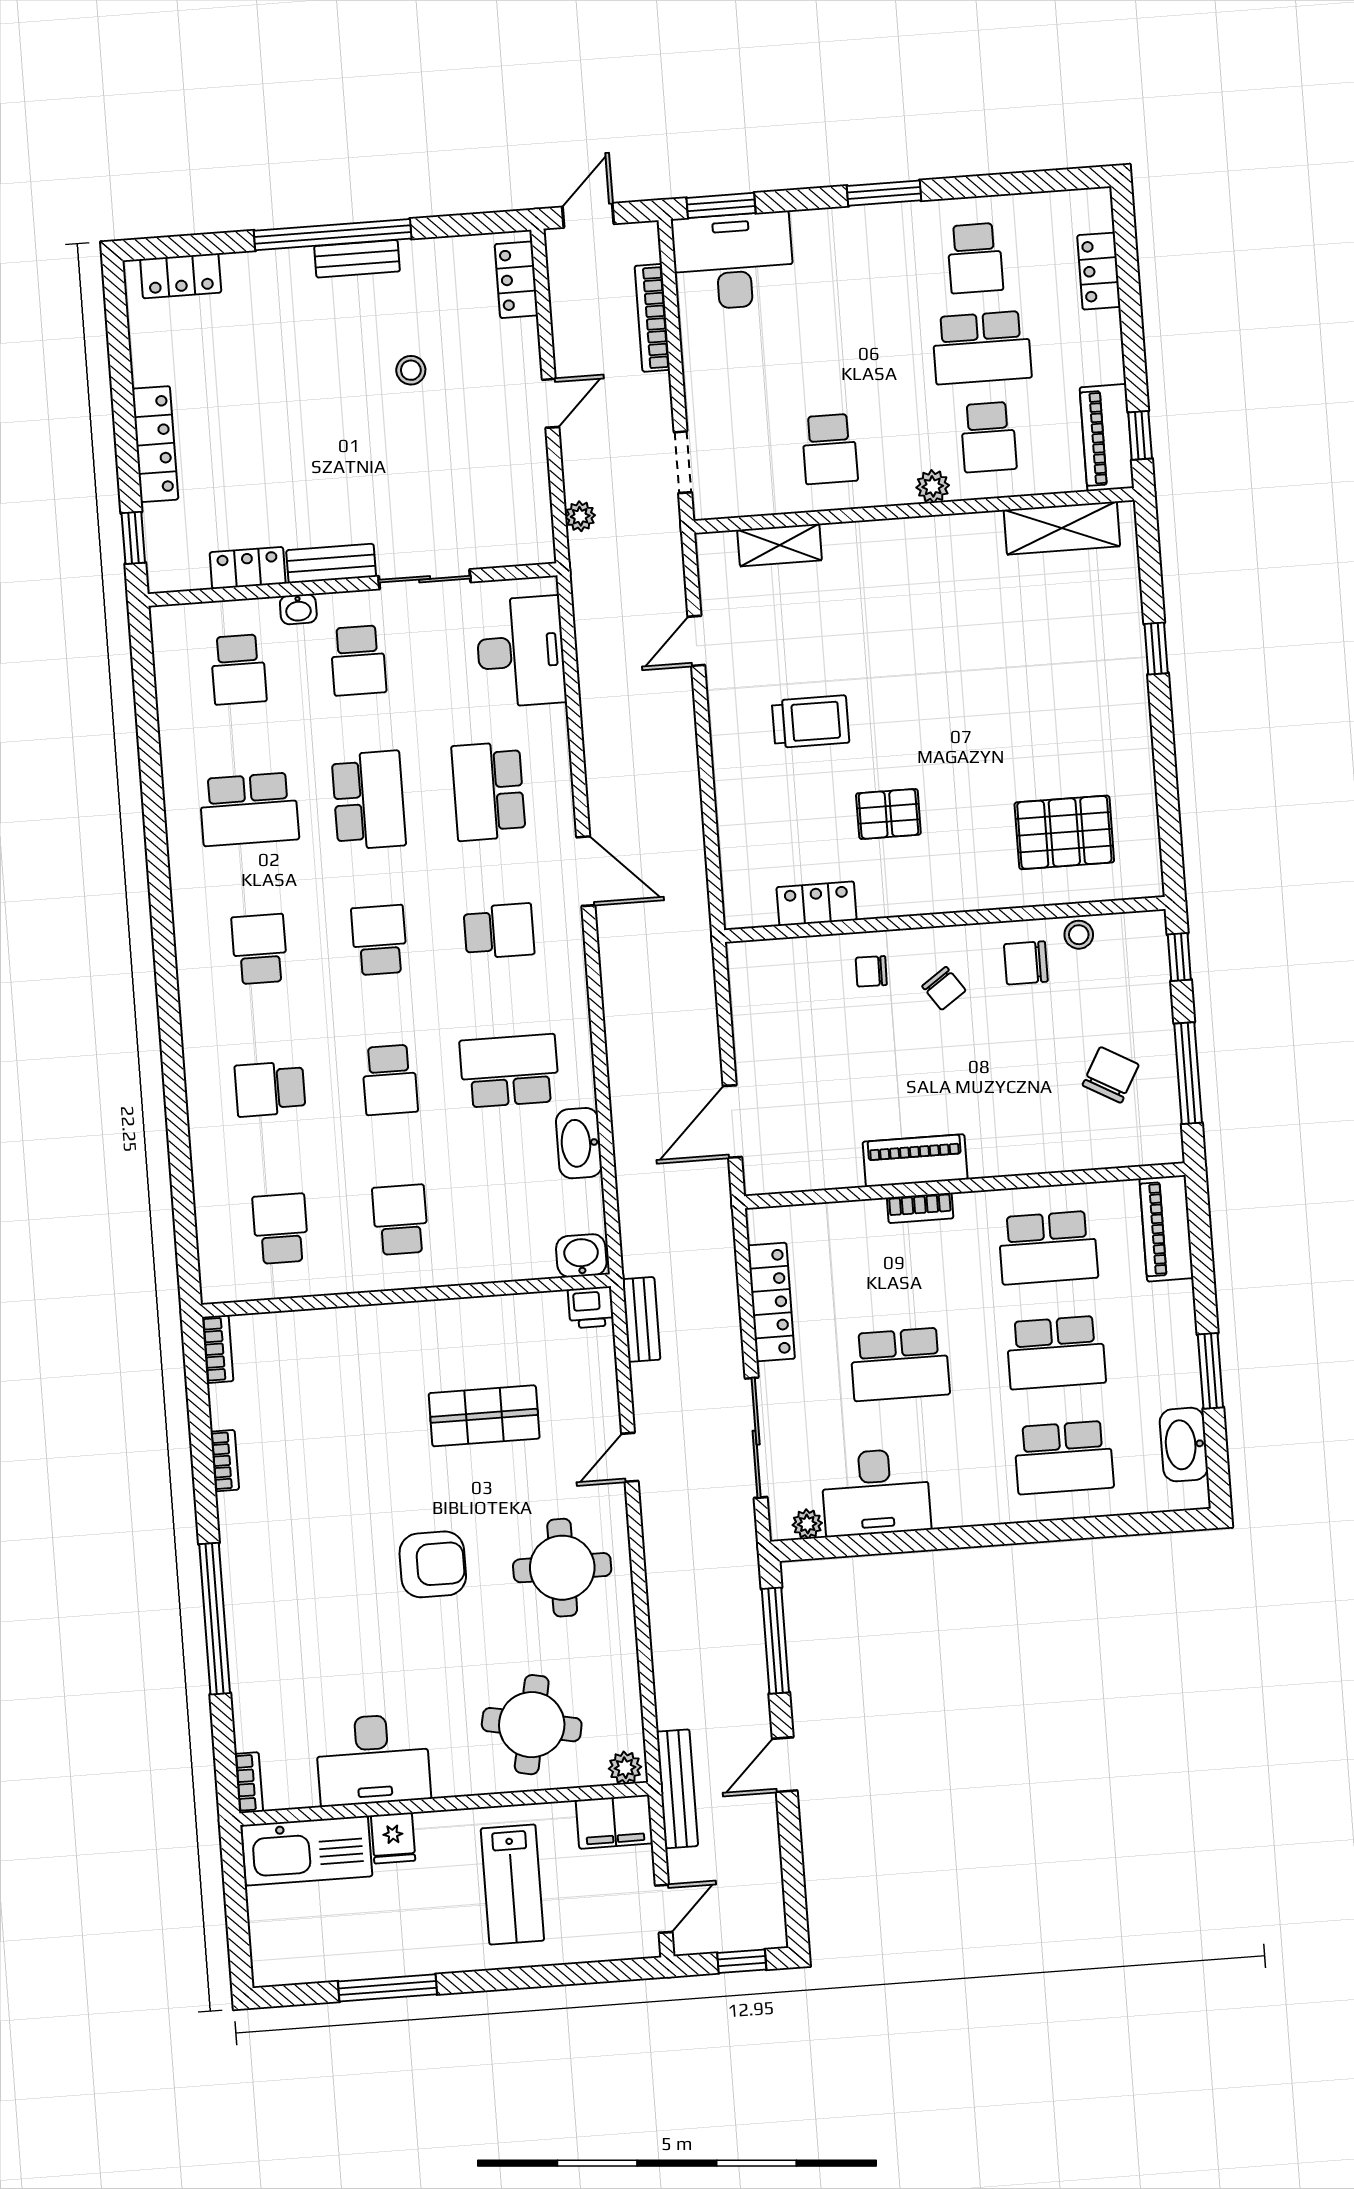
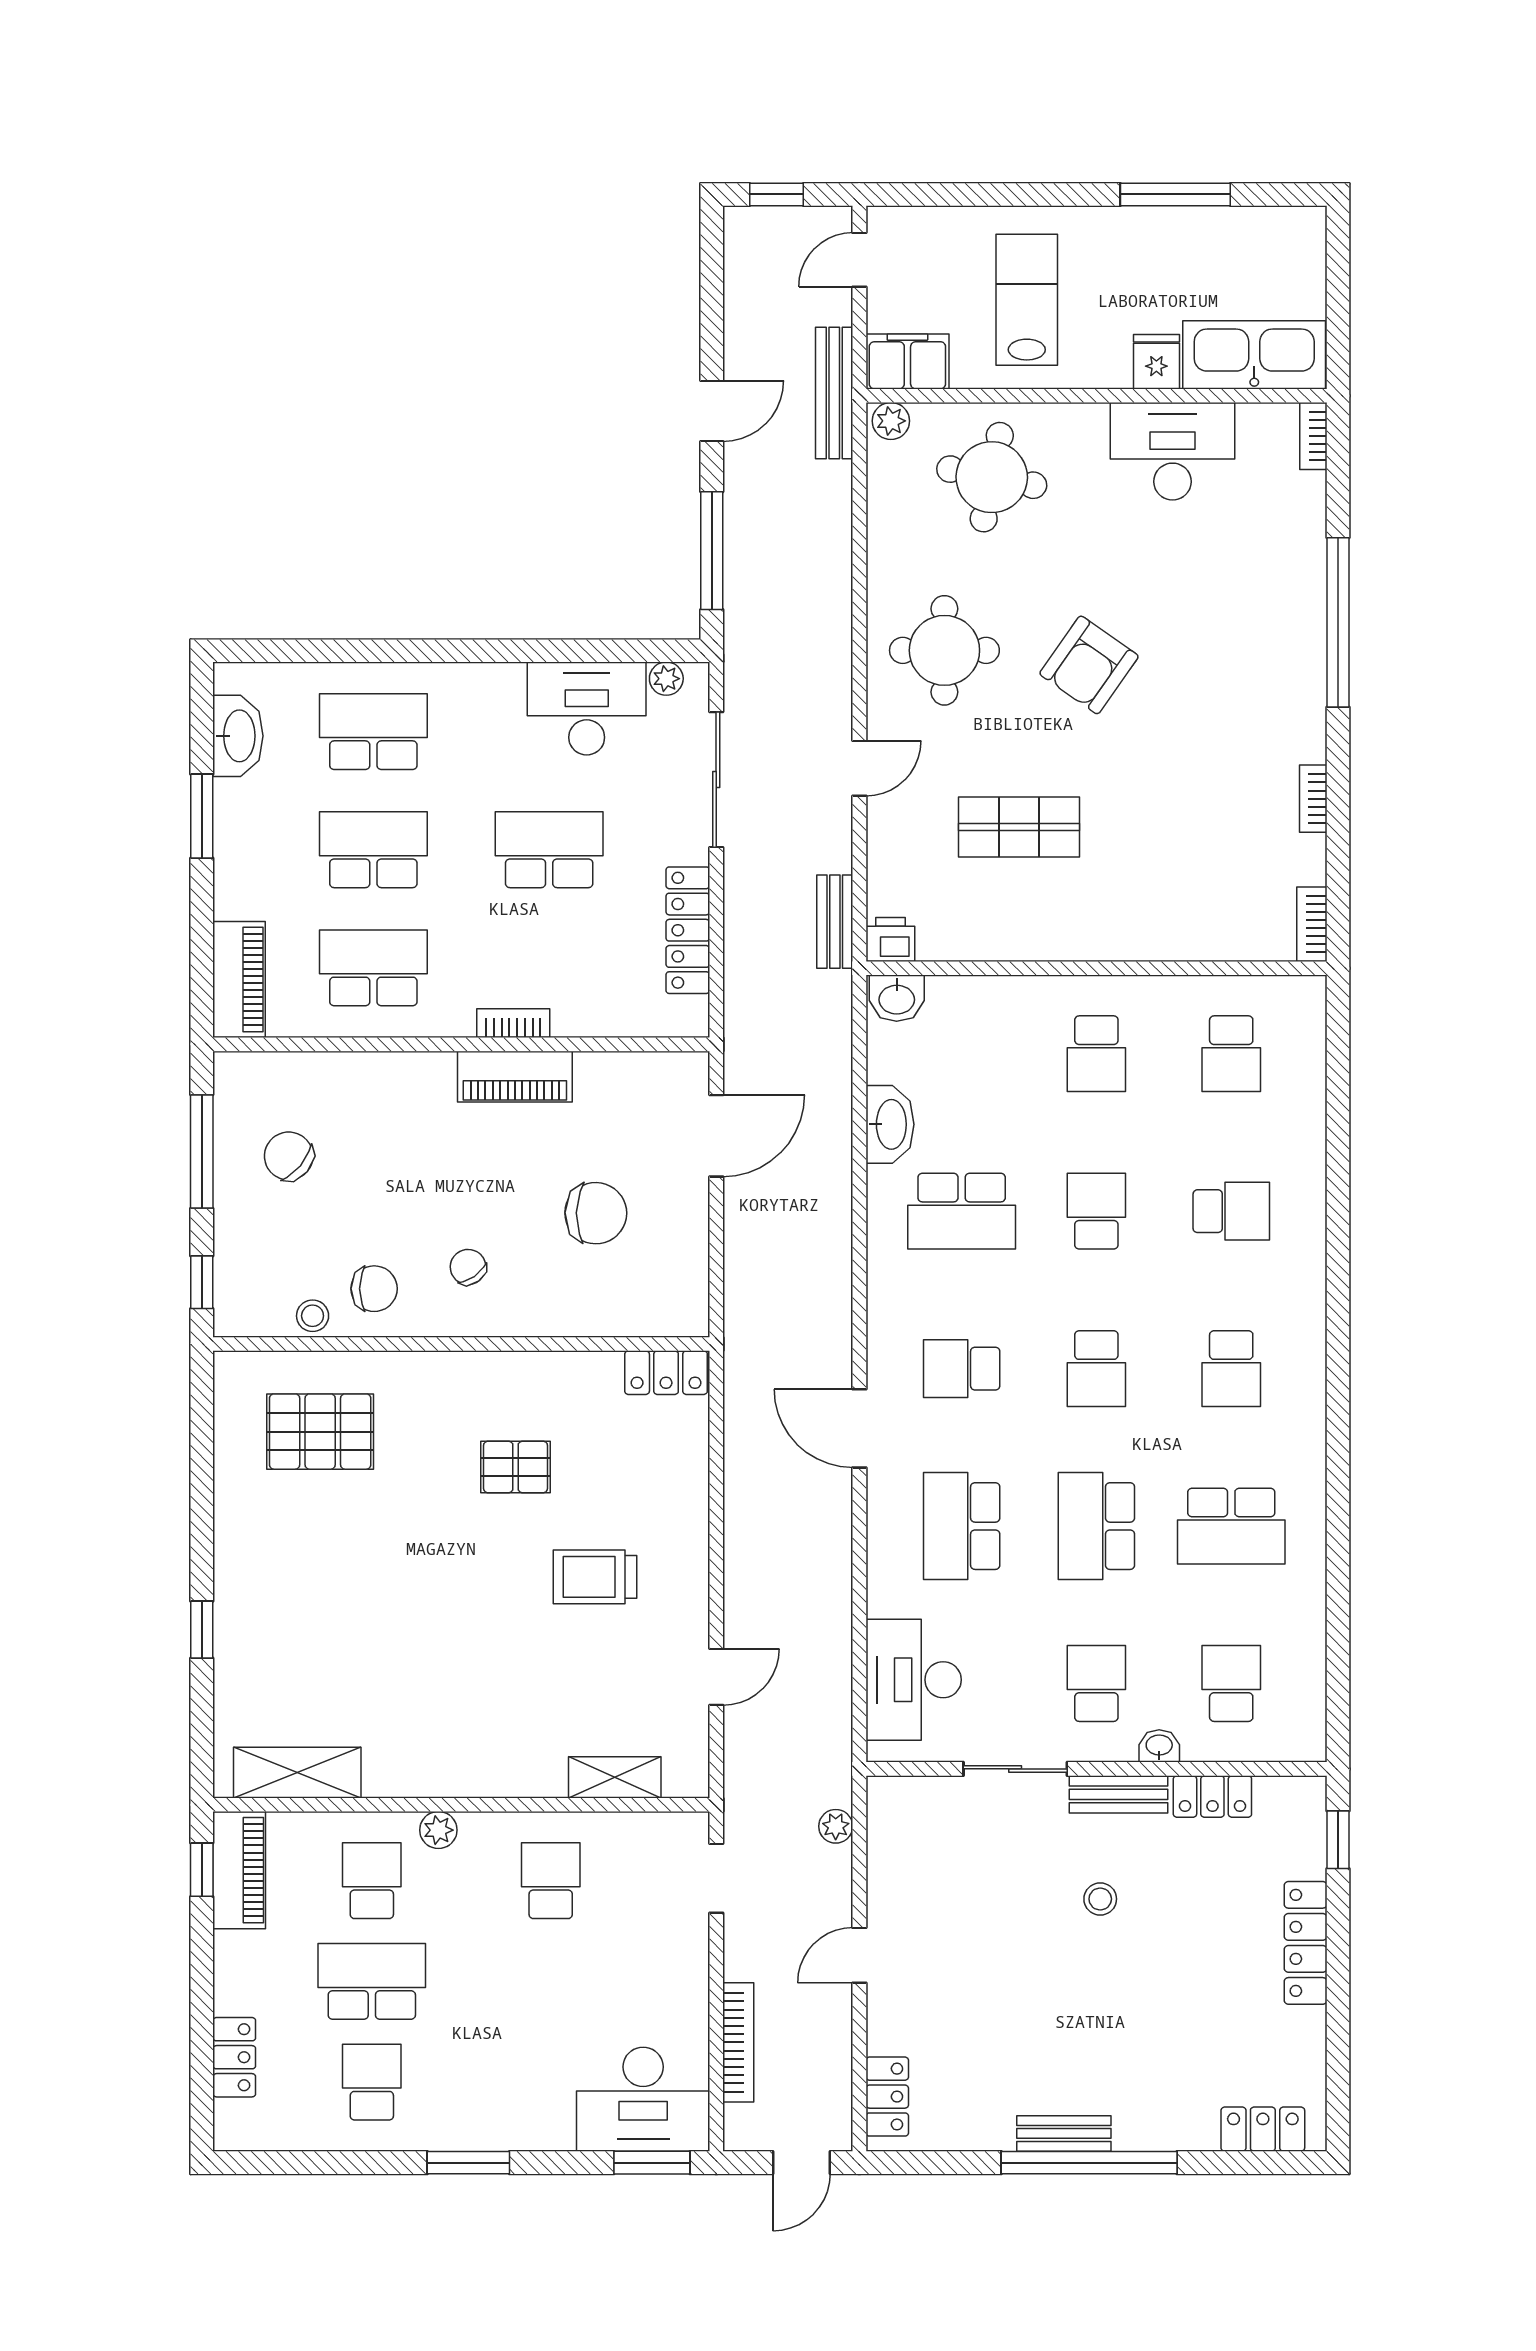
stool: (411, 370) -> (1100, 1899), moved
school desk: (488, 791) -> (962, 1526), turned 180
school desk: (249, 809) -> (1231, 1526), turned 180
locker: (817, 904) -> (666, 1373), moved
chair: (871, 971) -> (596, 1213), moved, width x1.87, depth x1.87
chair: (1111, 1075) -> (289, 1156), turned 101
armchair: (433, 1564) -> (1089, 665), turned -55

